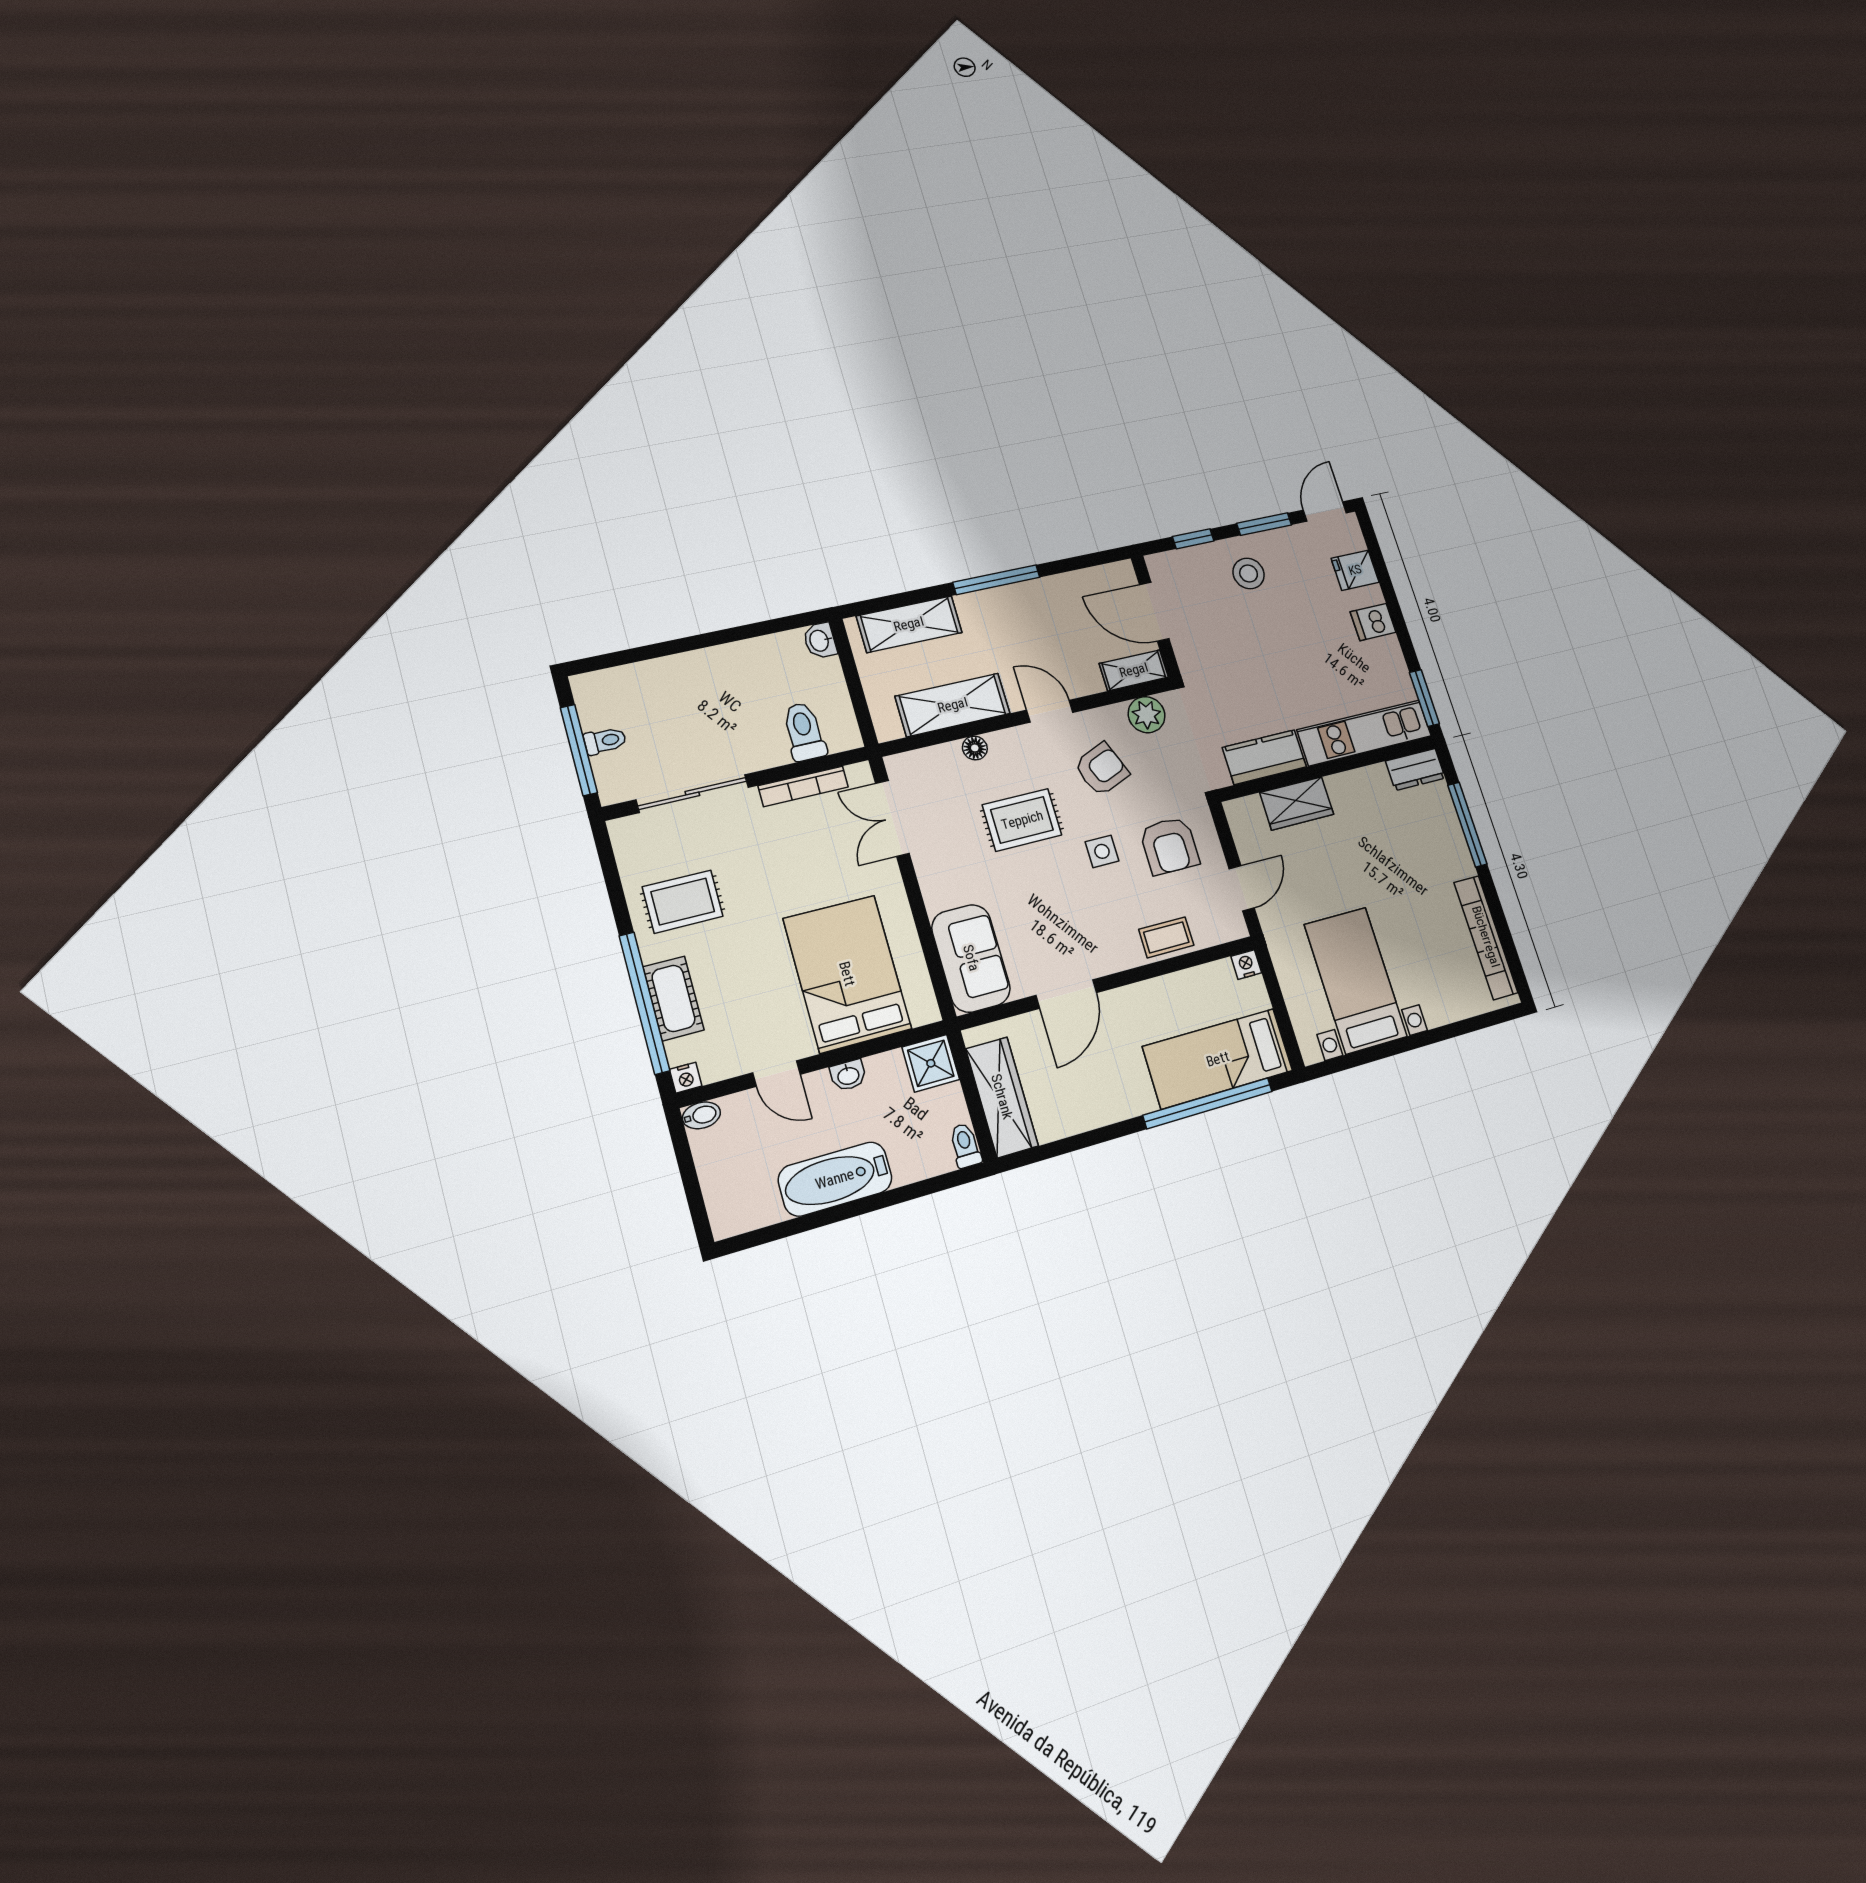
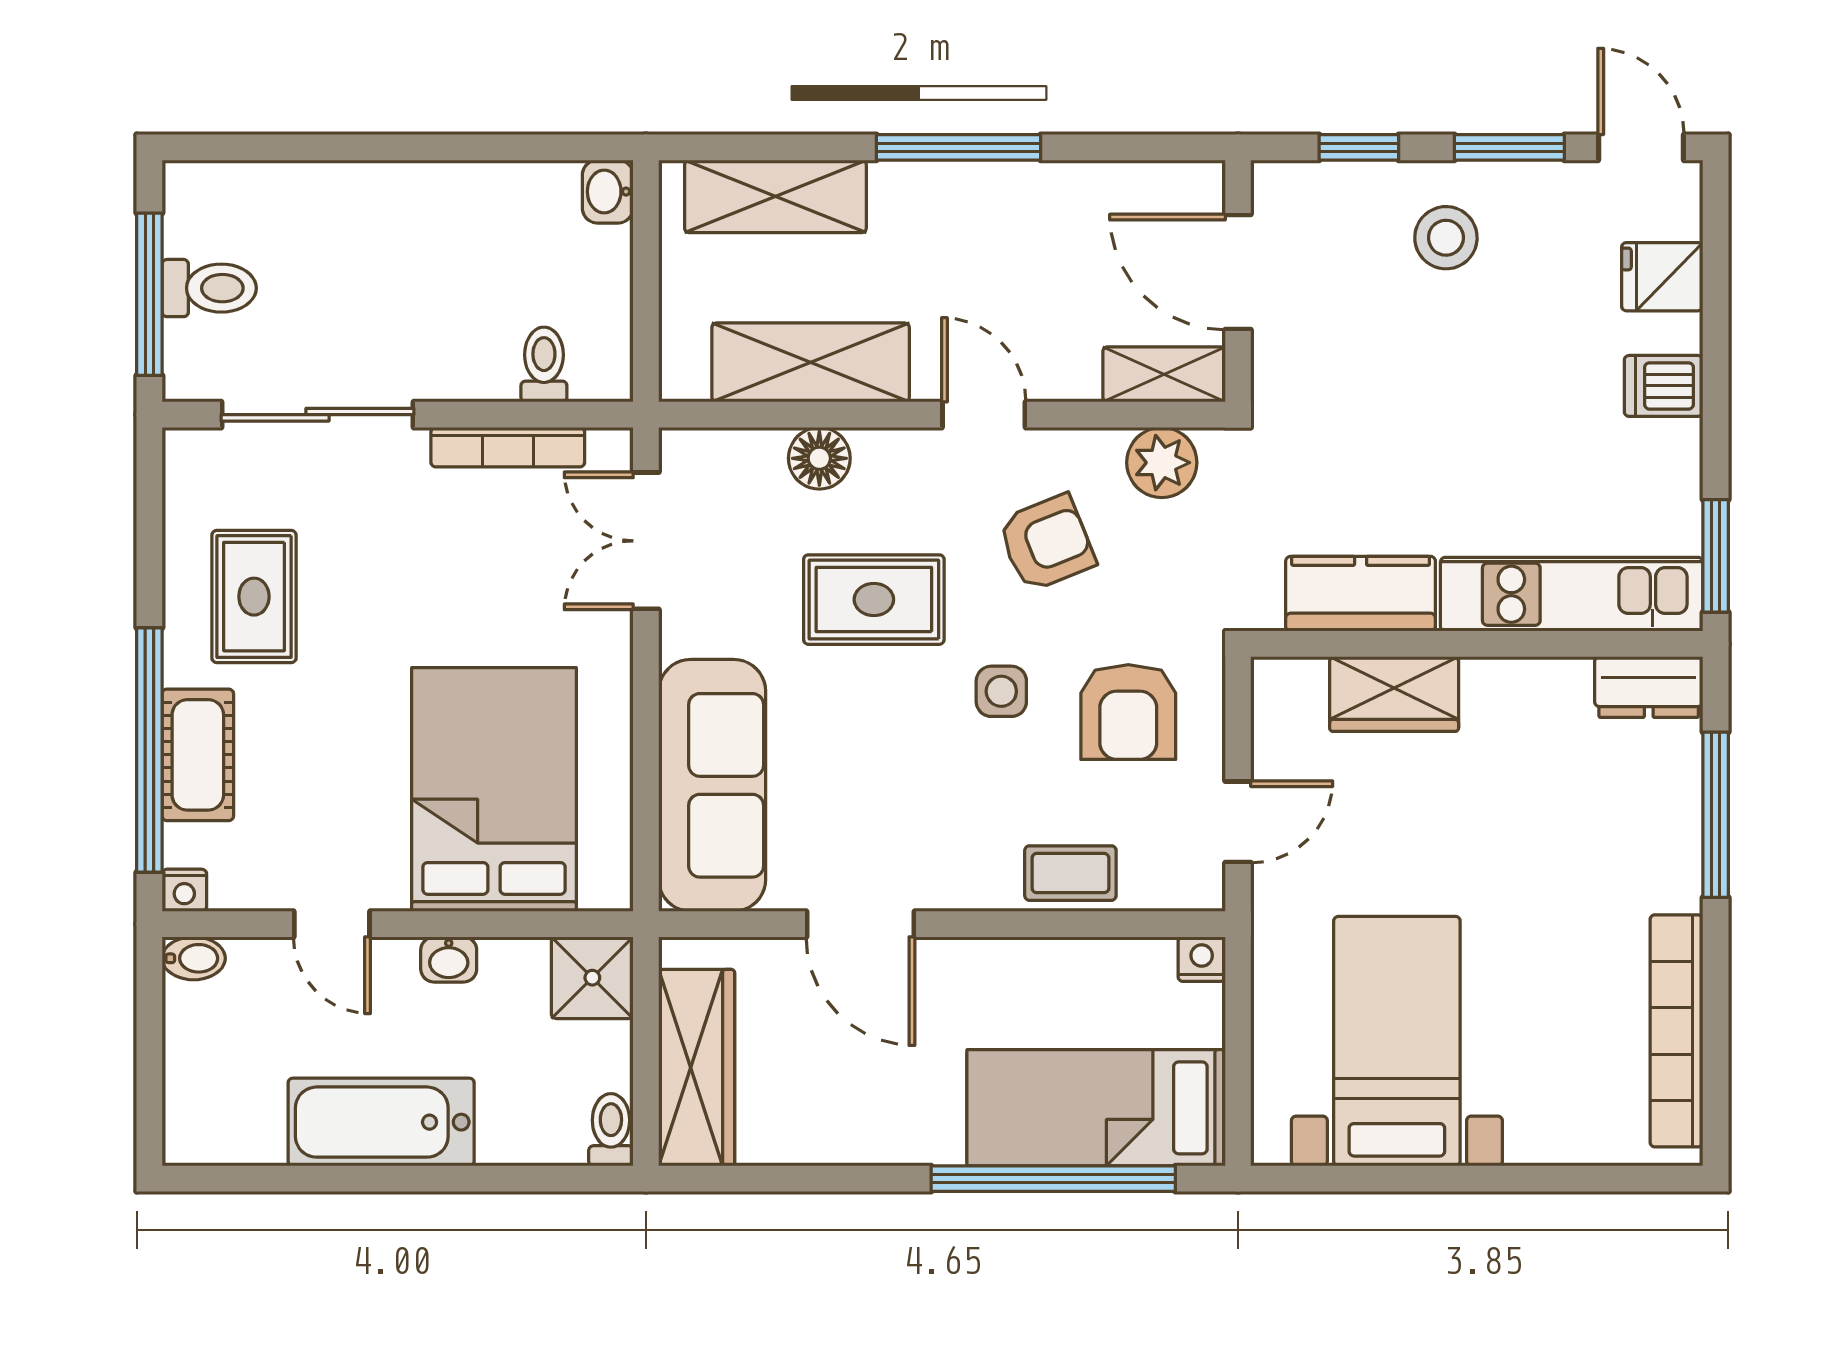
door: (1325, 511) -> (1641, 147), hinge flipped
toilet: (804, 732) -> (544, 365), width x0.73, depth x0.72
toilet: (605, 741) -> (209, 288), width x1.37, depth x1.39
floor lamp: (975, 748) -> (819, 458), width x1.37, depth x1.37
rug: (683, 902) -> (254, 597), turned 90
sofa: (971, 958) -> (712, 785), width x1.36
door: (1066, 994) -> (860, 924), hinge flipped

